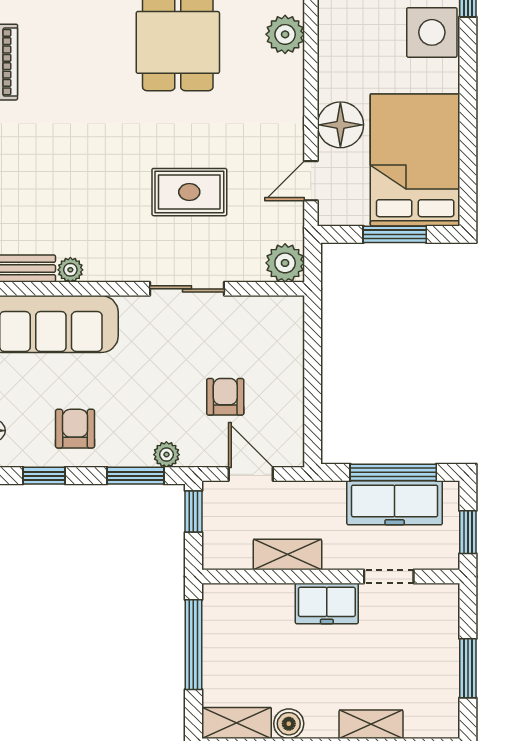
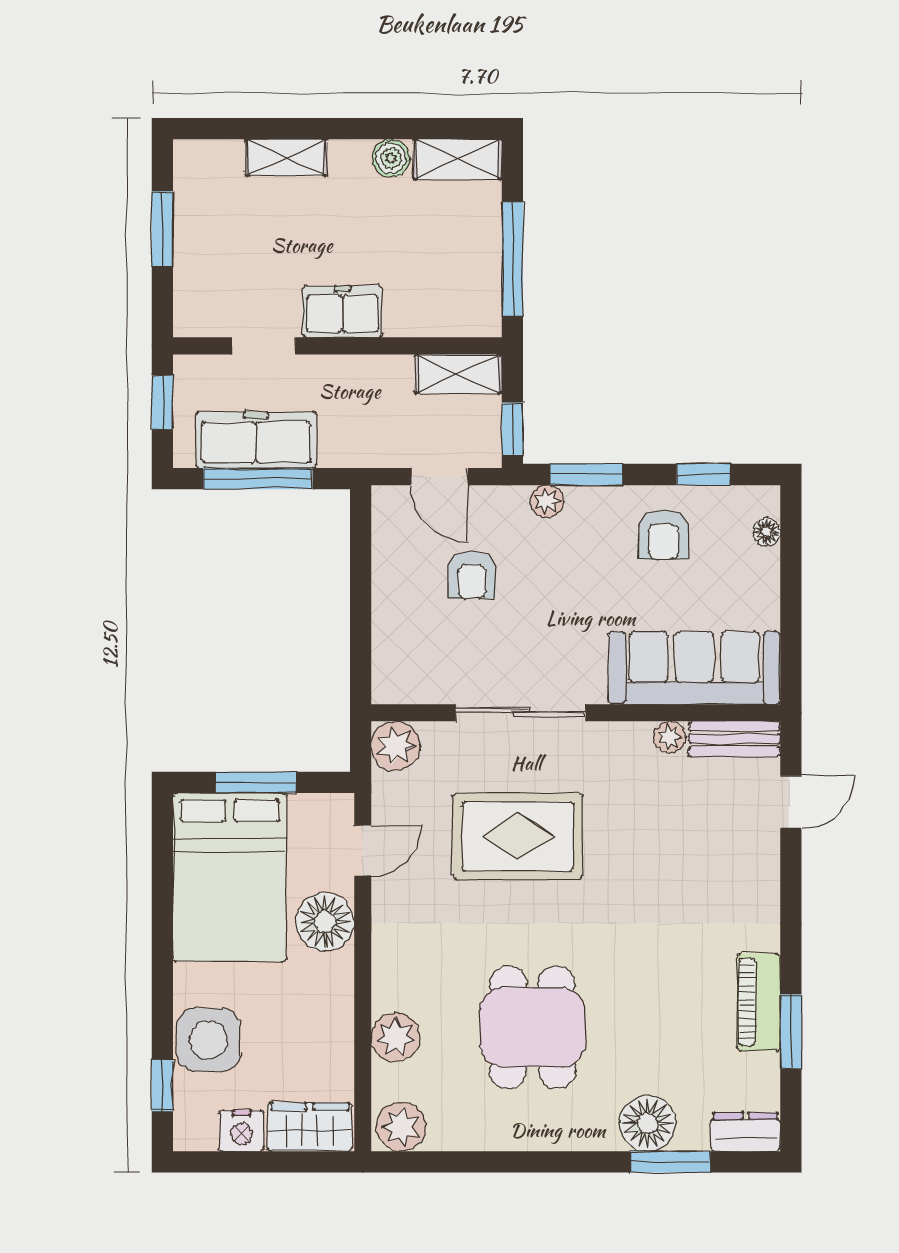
rug: (189, 192) -> (518, 836), width x1.36, depth x1.43
sliding door: (187, 289) -> (521, 713), width x1.37
shelving: (287, 555) -> (458, 374), moved

